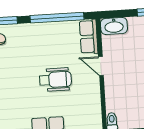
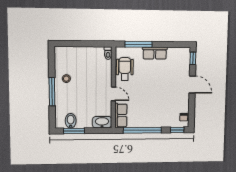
wheelchair: (55, 80) -> (125, 69), moved, turned 90

